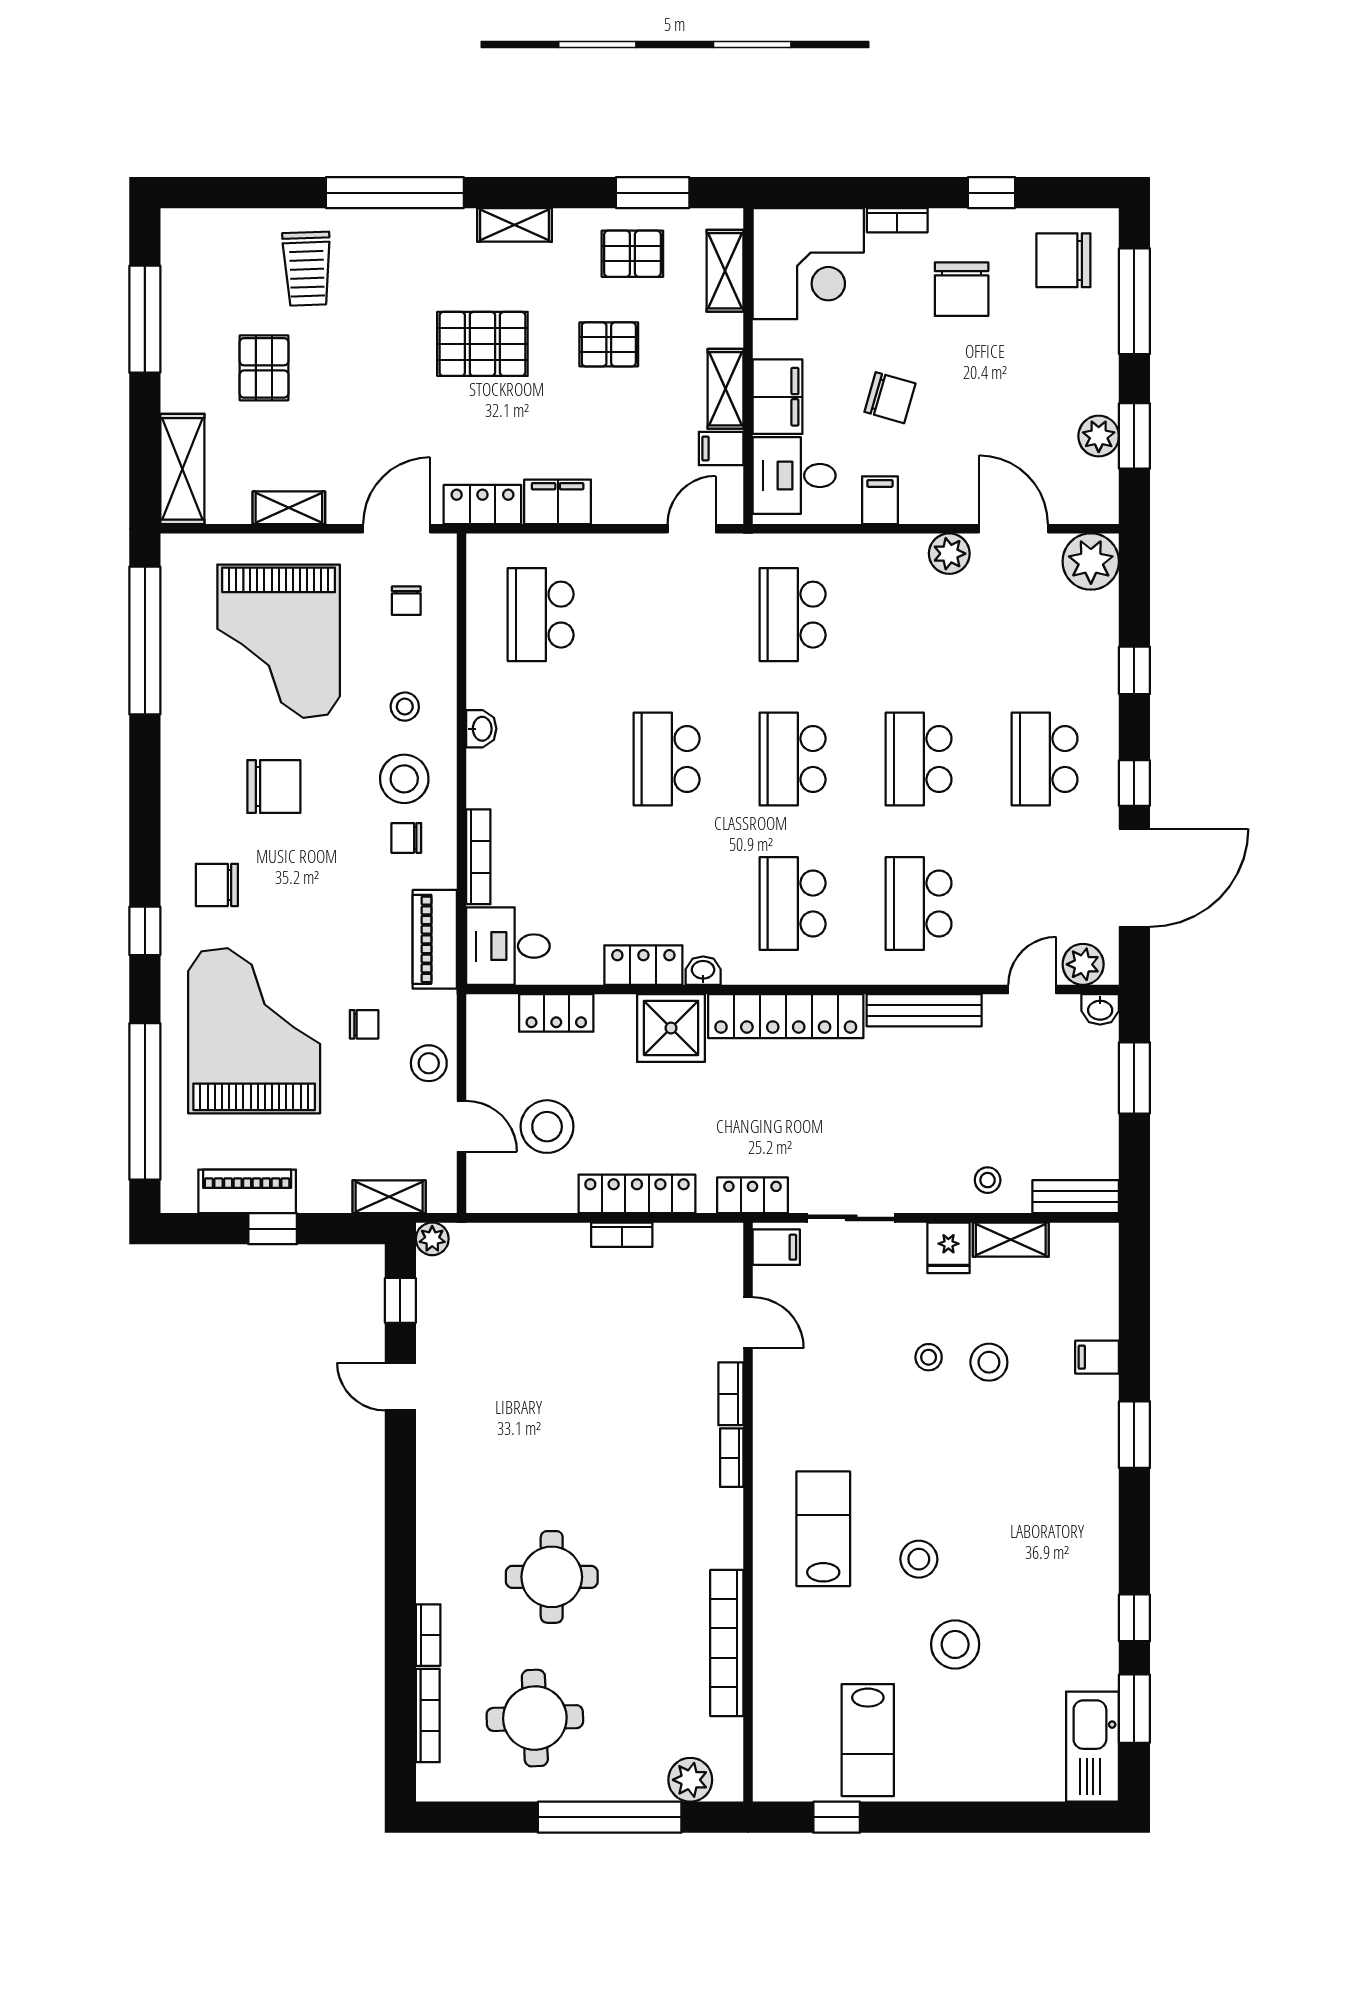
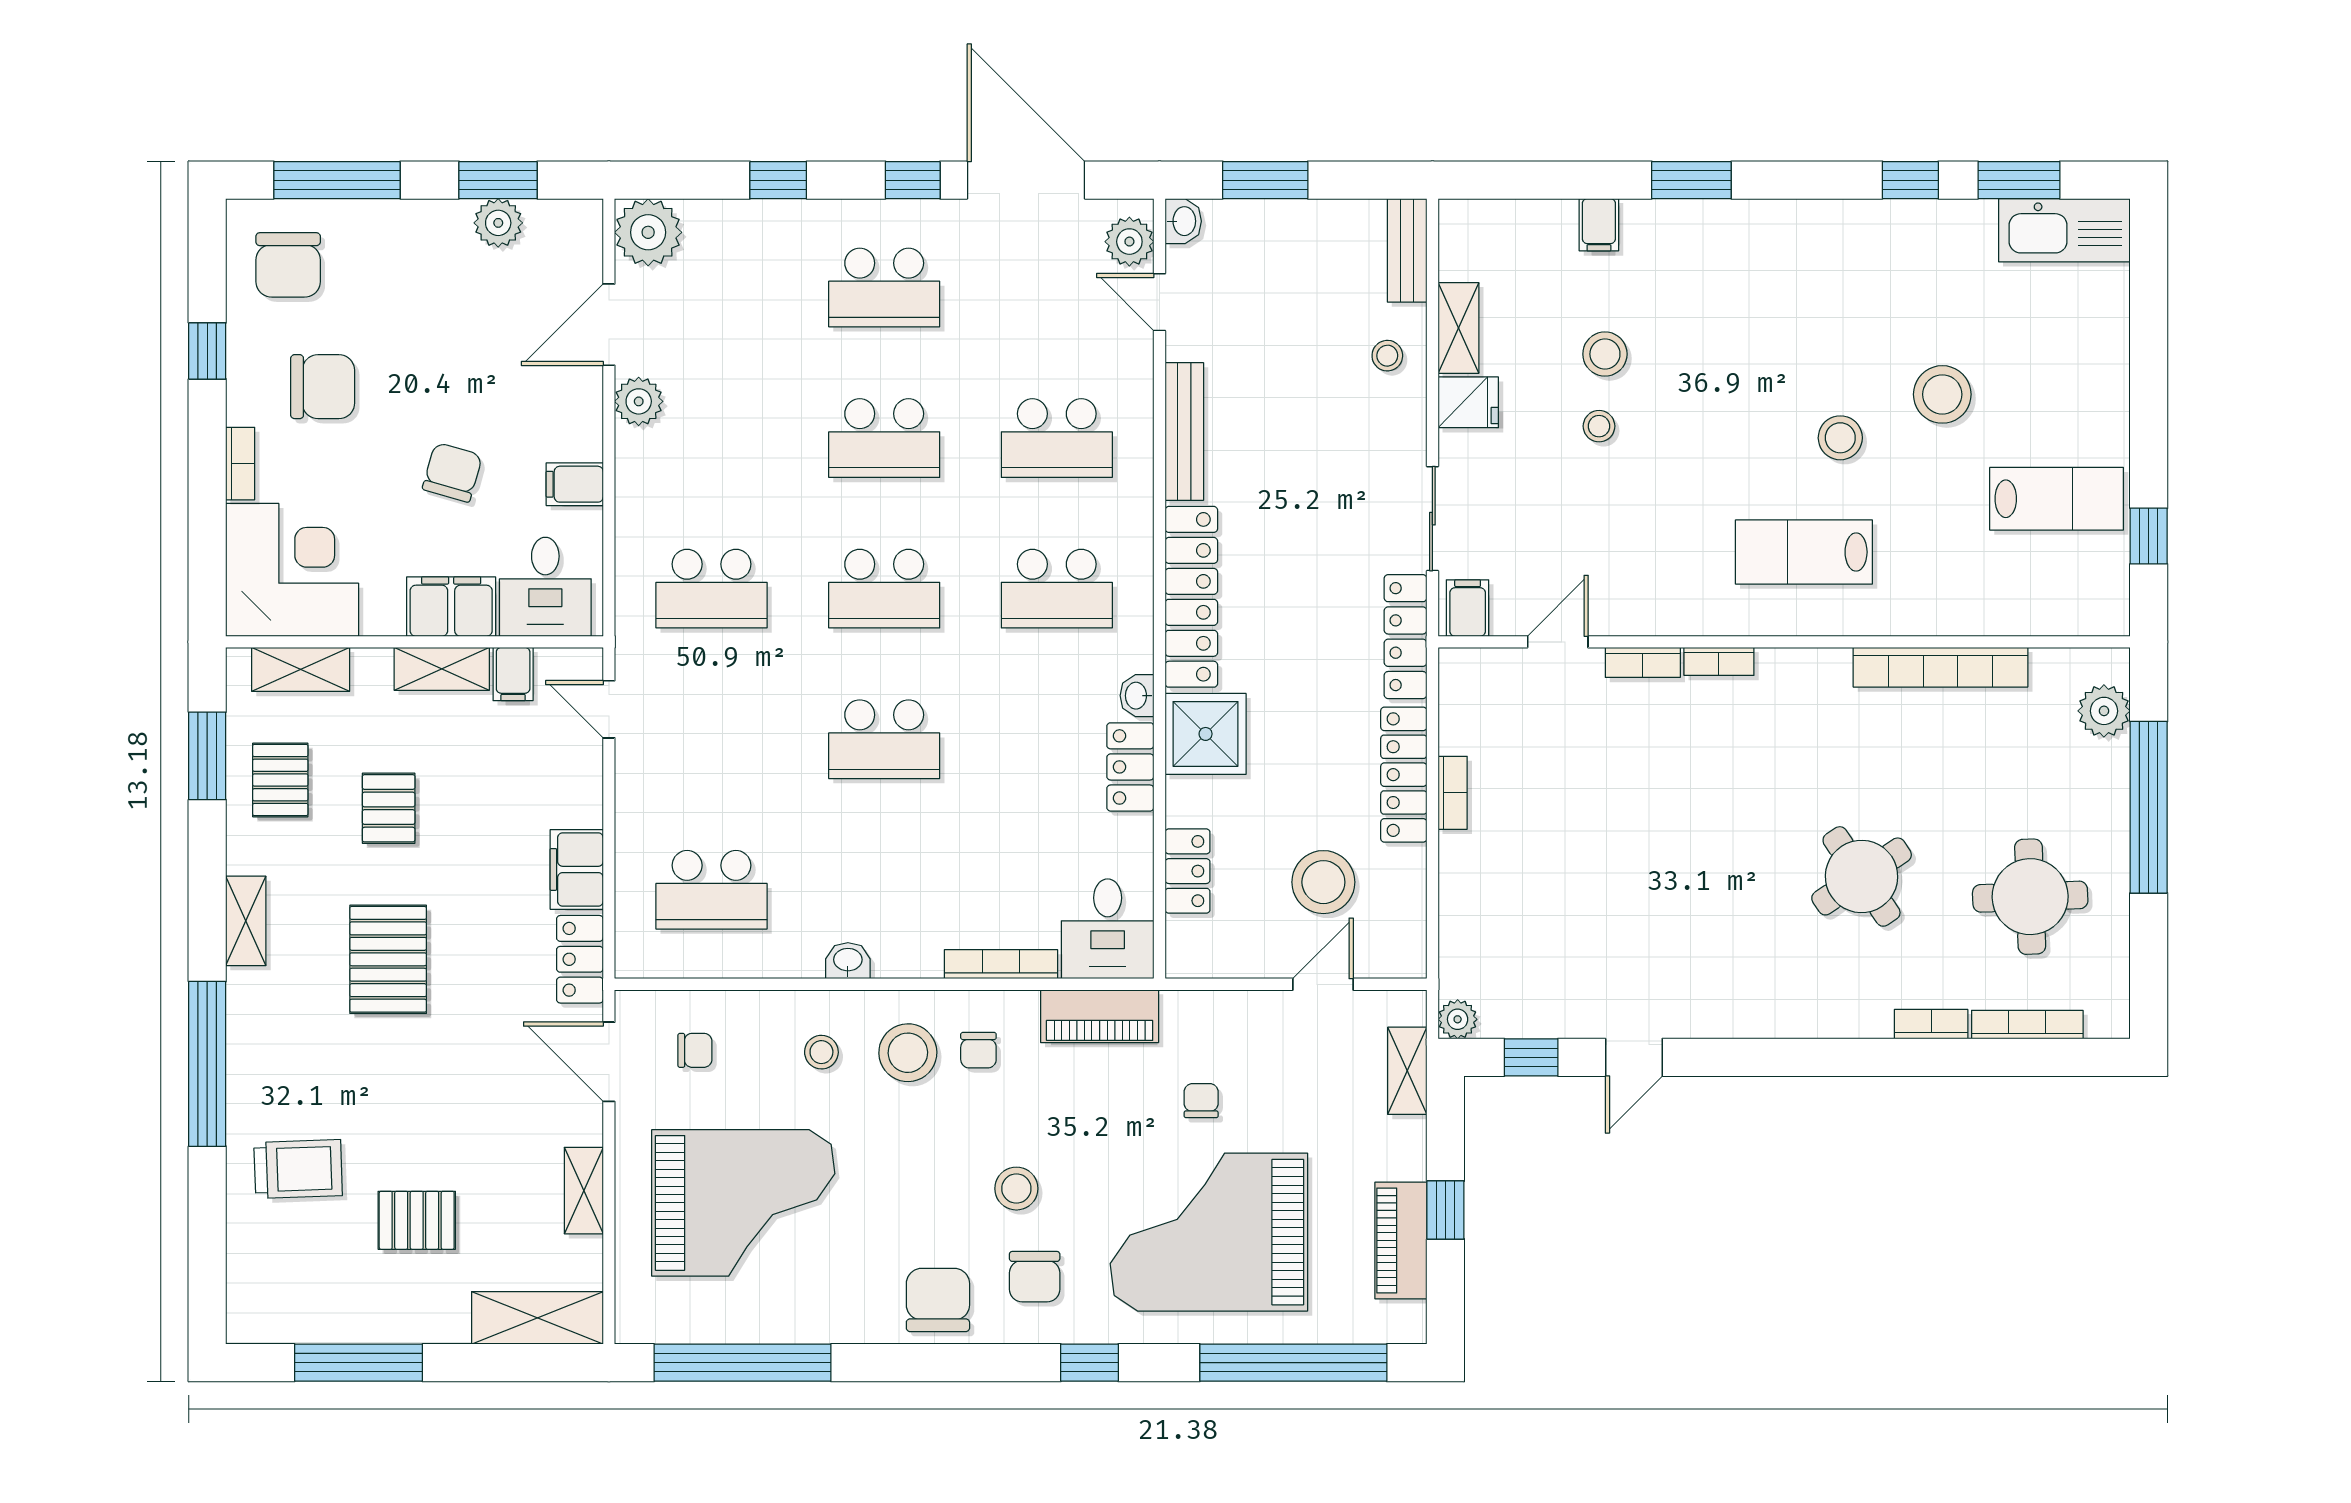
chair: (274, 787) -> (938, 1300), moved
stool: (429, 1063) -> (1016, 1189), moved
locker: (752, 1195) -> (1406, 637), width x1.53
round table: (552, 1577) -> (1862, 876), turned -34

